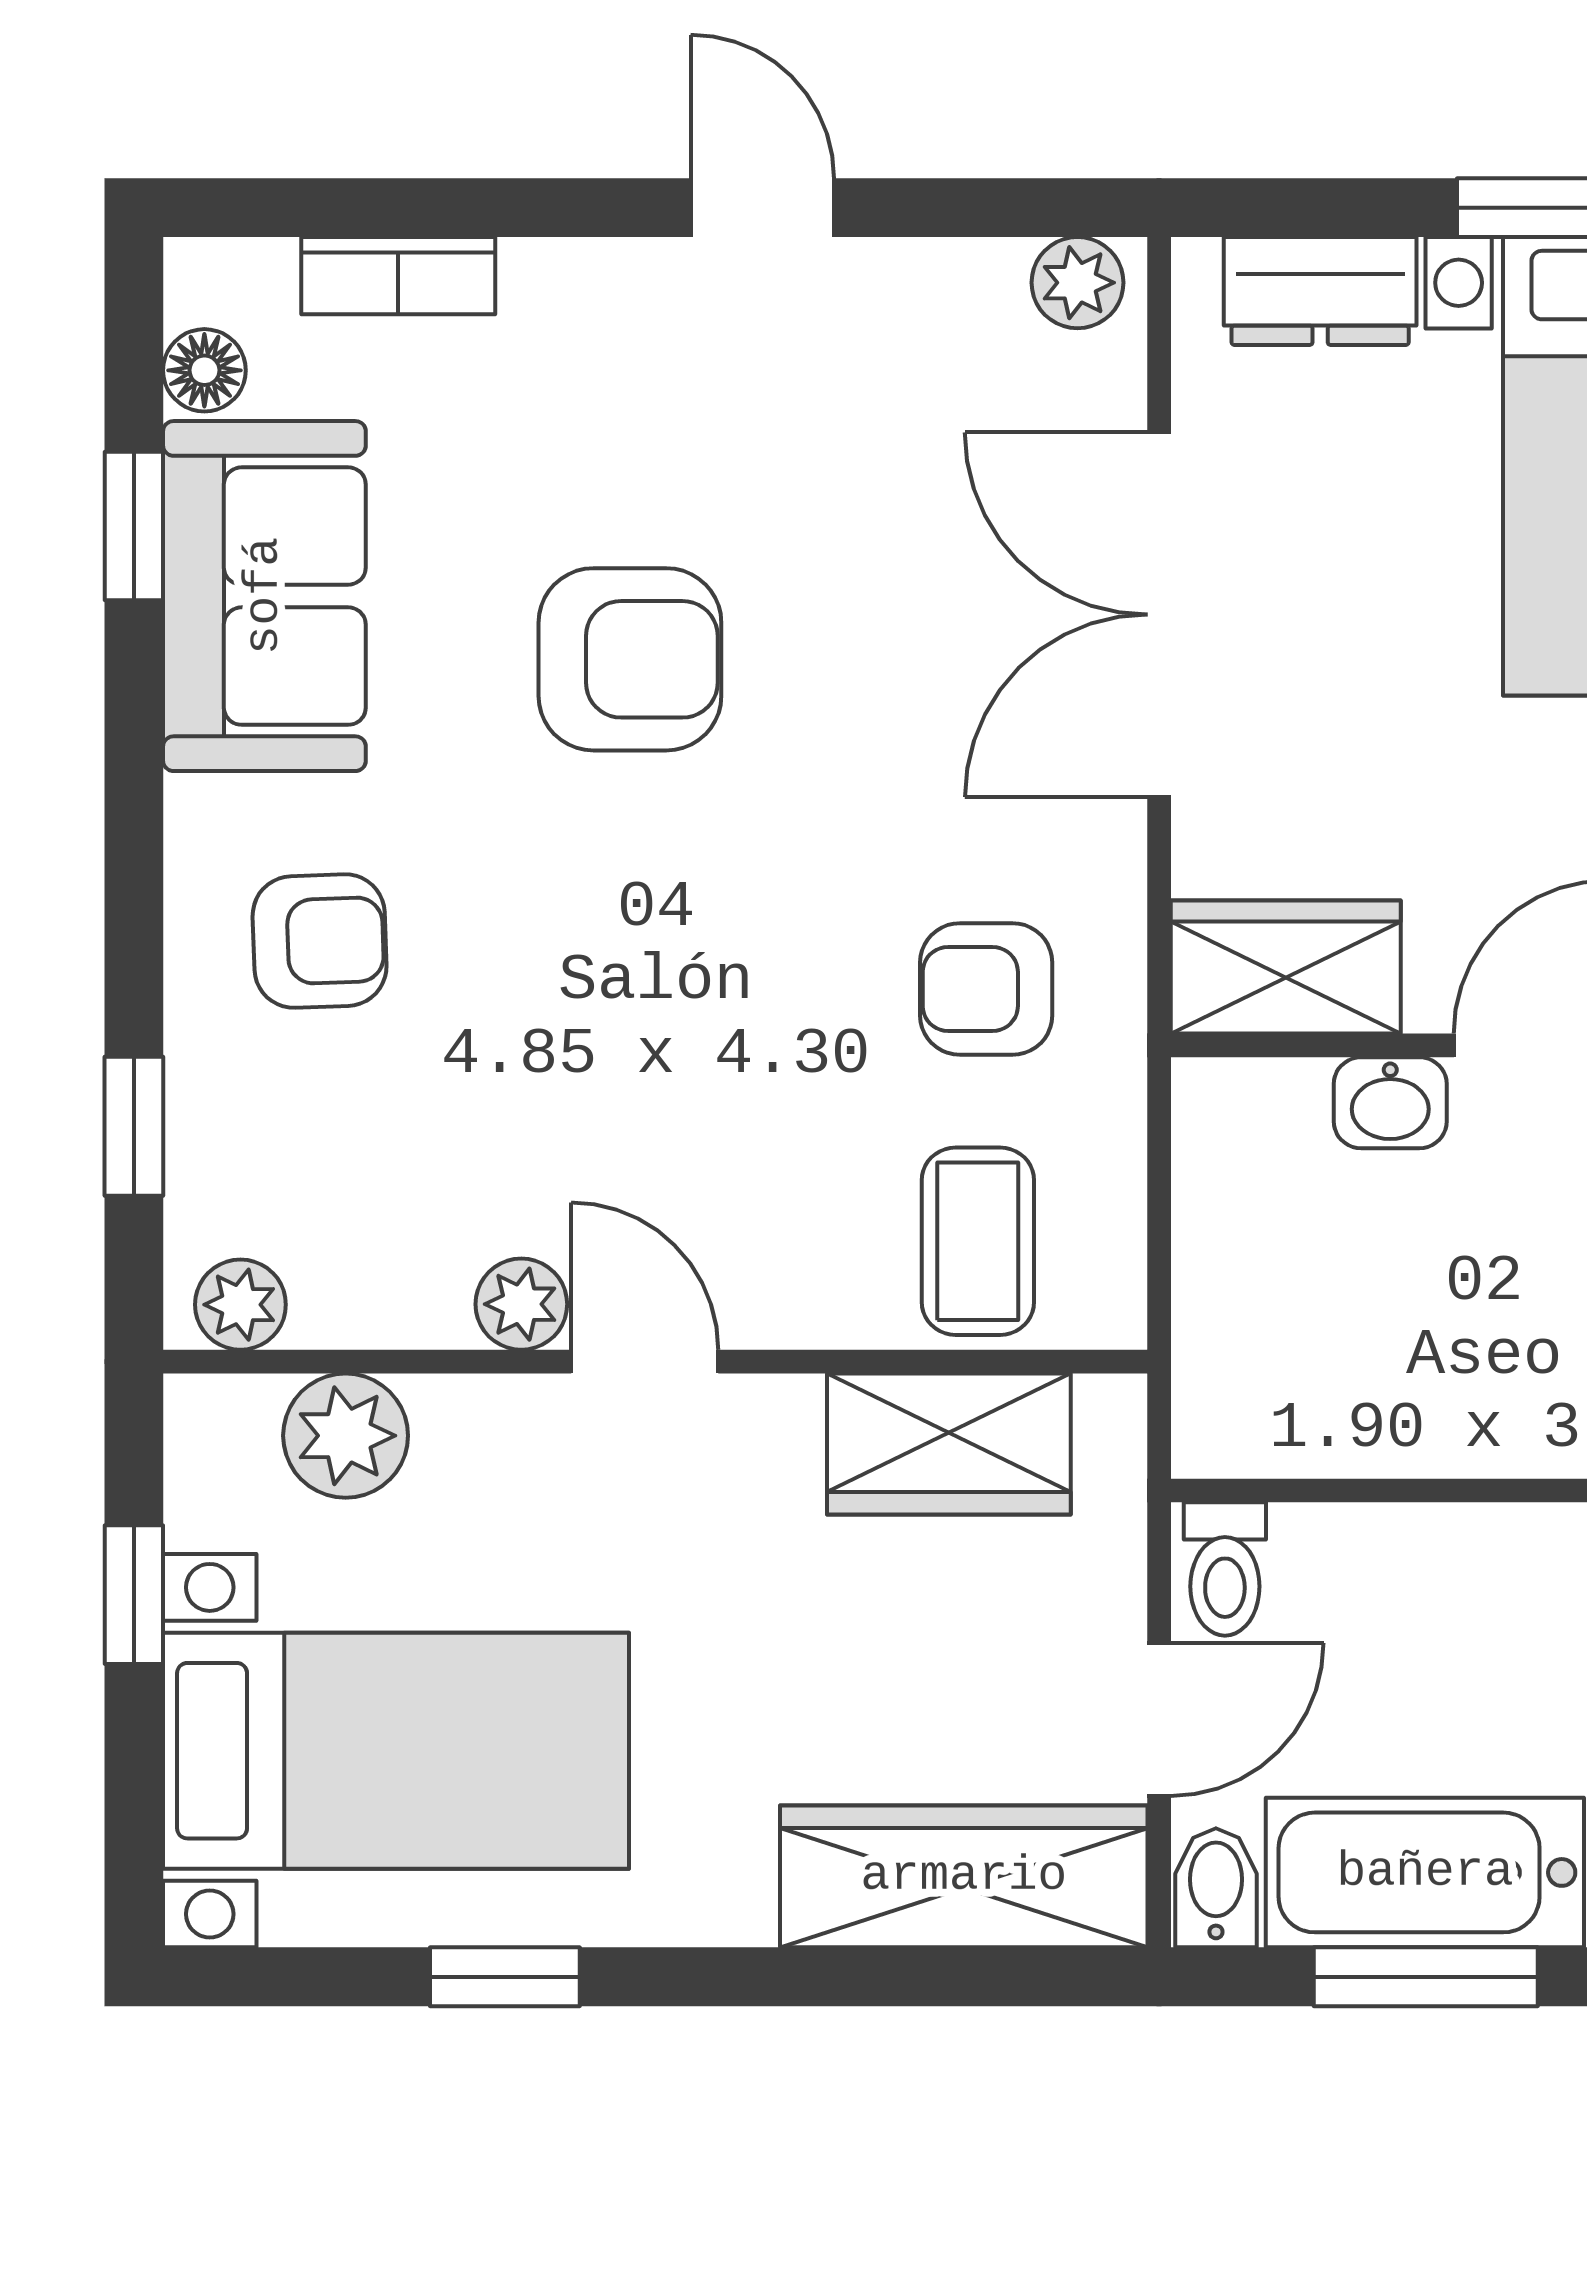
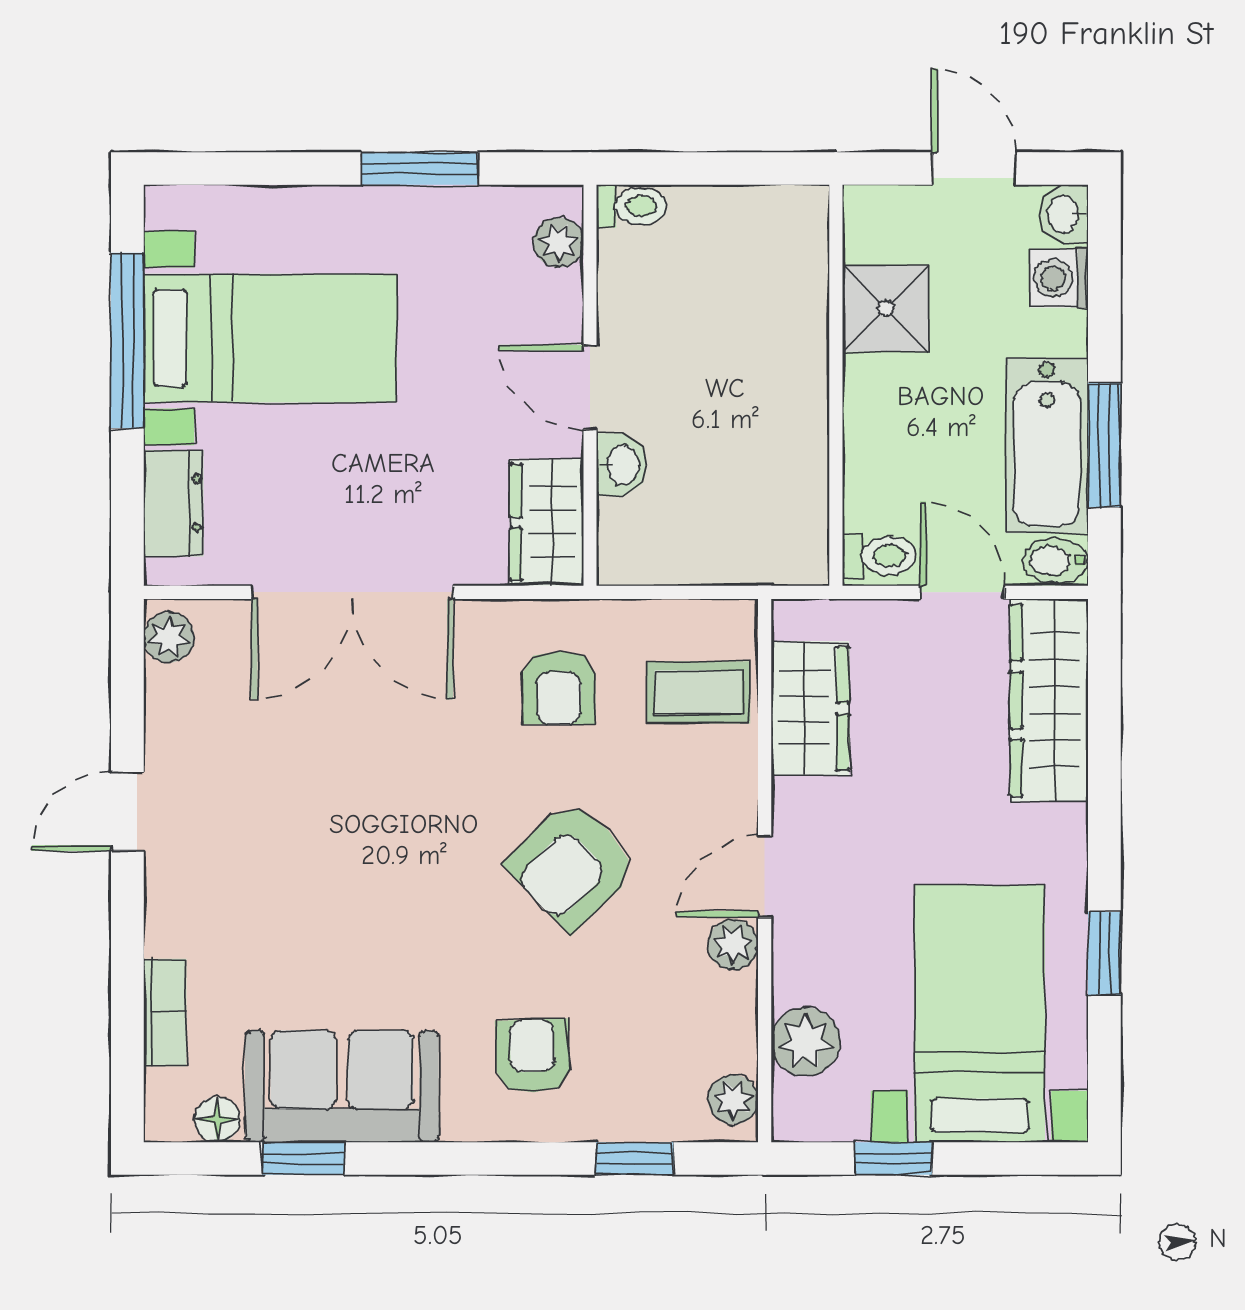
armchair: (630, 659) -> (572, 865), moved, turned -134

